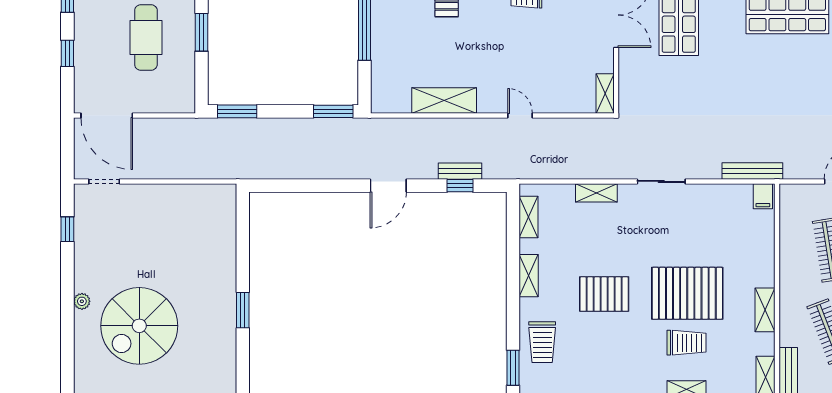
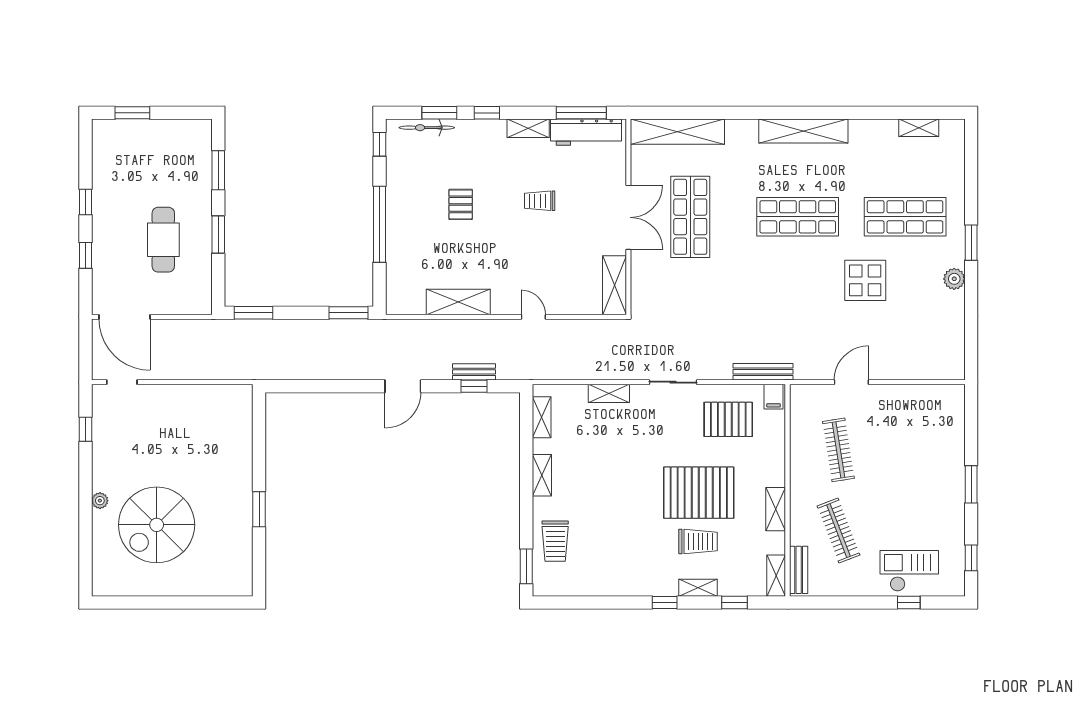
shelving: (605, 94) -> (614, 285), width x1.50, depth x1.33
pallet: (604, 294) -> (728, 419), moved

